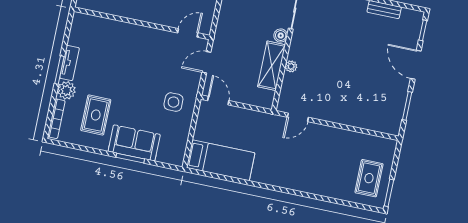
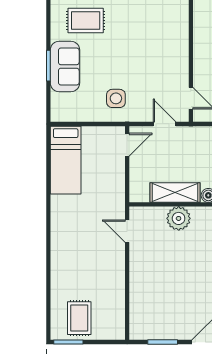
plant: (291, 66) -> (179, 218), width x1.88, depth x1.88
rug: (369, 178) -> (79, 318), turned 90

